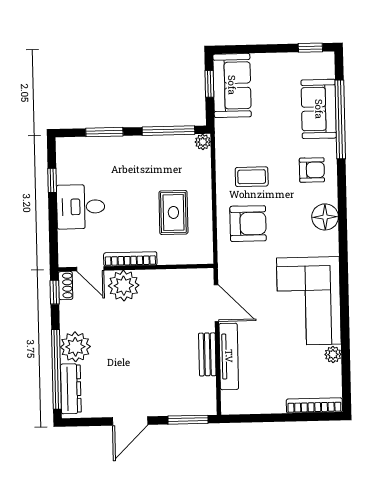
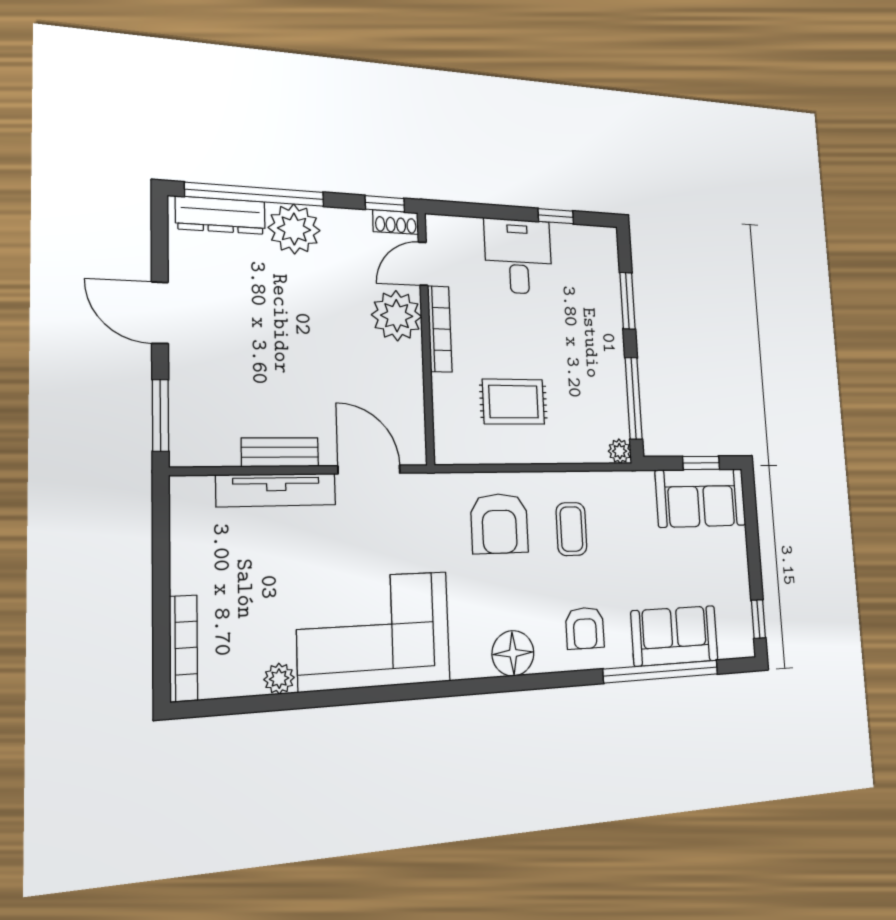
door: (216, 303) -> (369, 469), swing flipped

